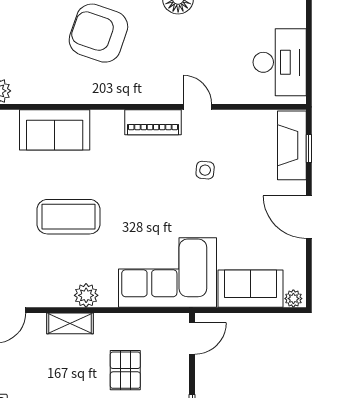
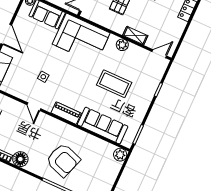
piano: (153, 122) -> (66, 113), moved
sofa: (55, 130) -> (103, 126), width x1.36

